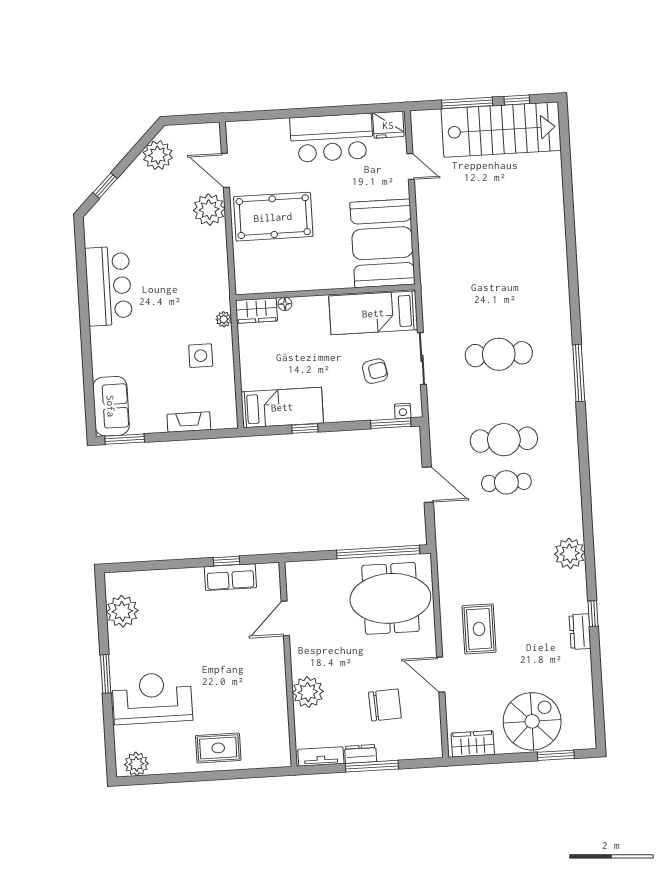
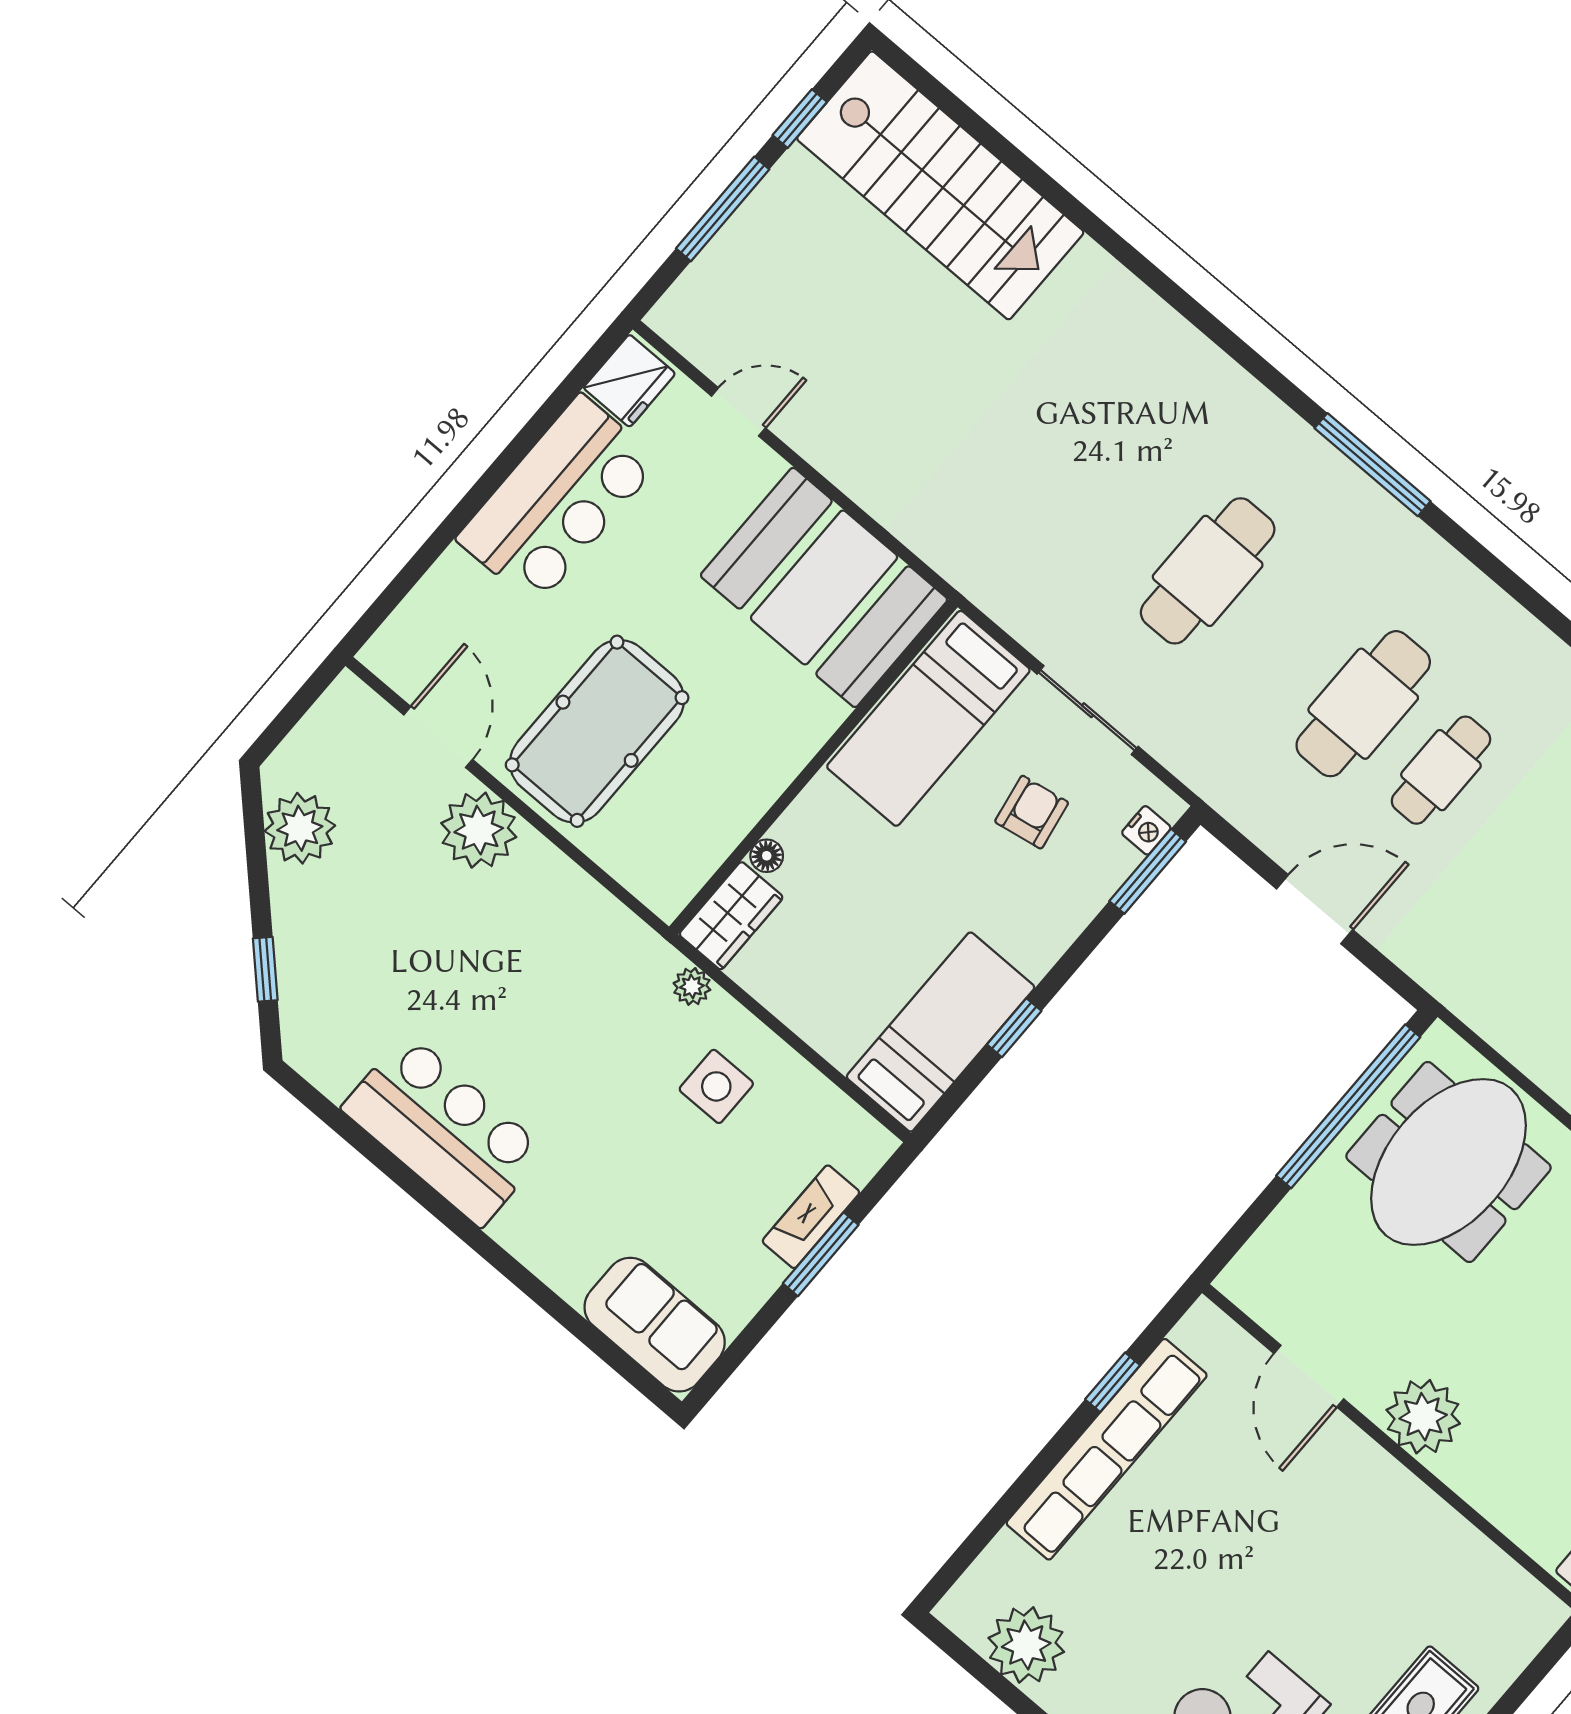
stairs: (501, 130) -> (940, 185), moved, turned 90
door: (225, 170) -> (438, 737), swing flipped
window: (125, 439) -> (821, 1254), moved
row of seats: (230, 577) -> (1107, 1449), width x2.02
plant: (308, 692) -> (1423, 1417), moved

